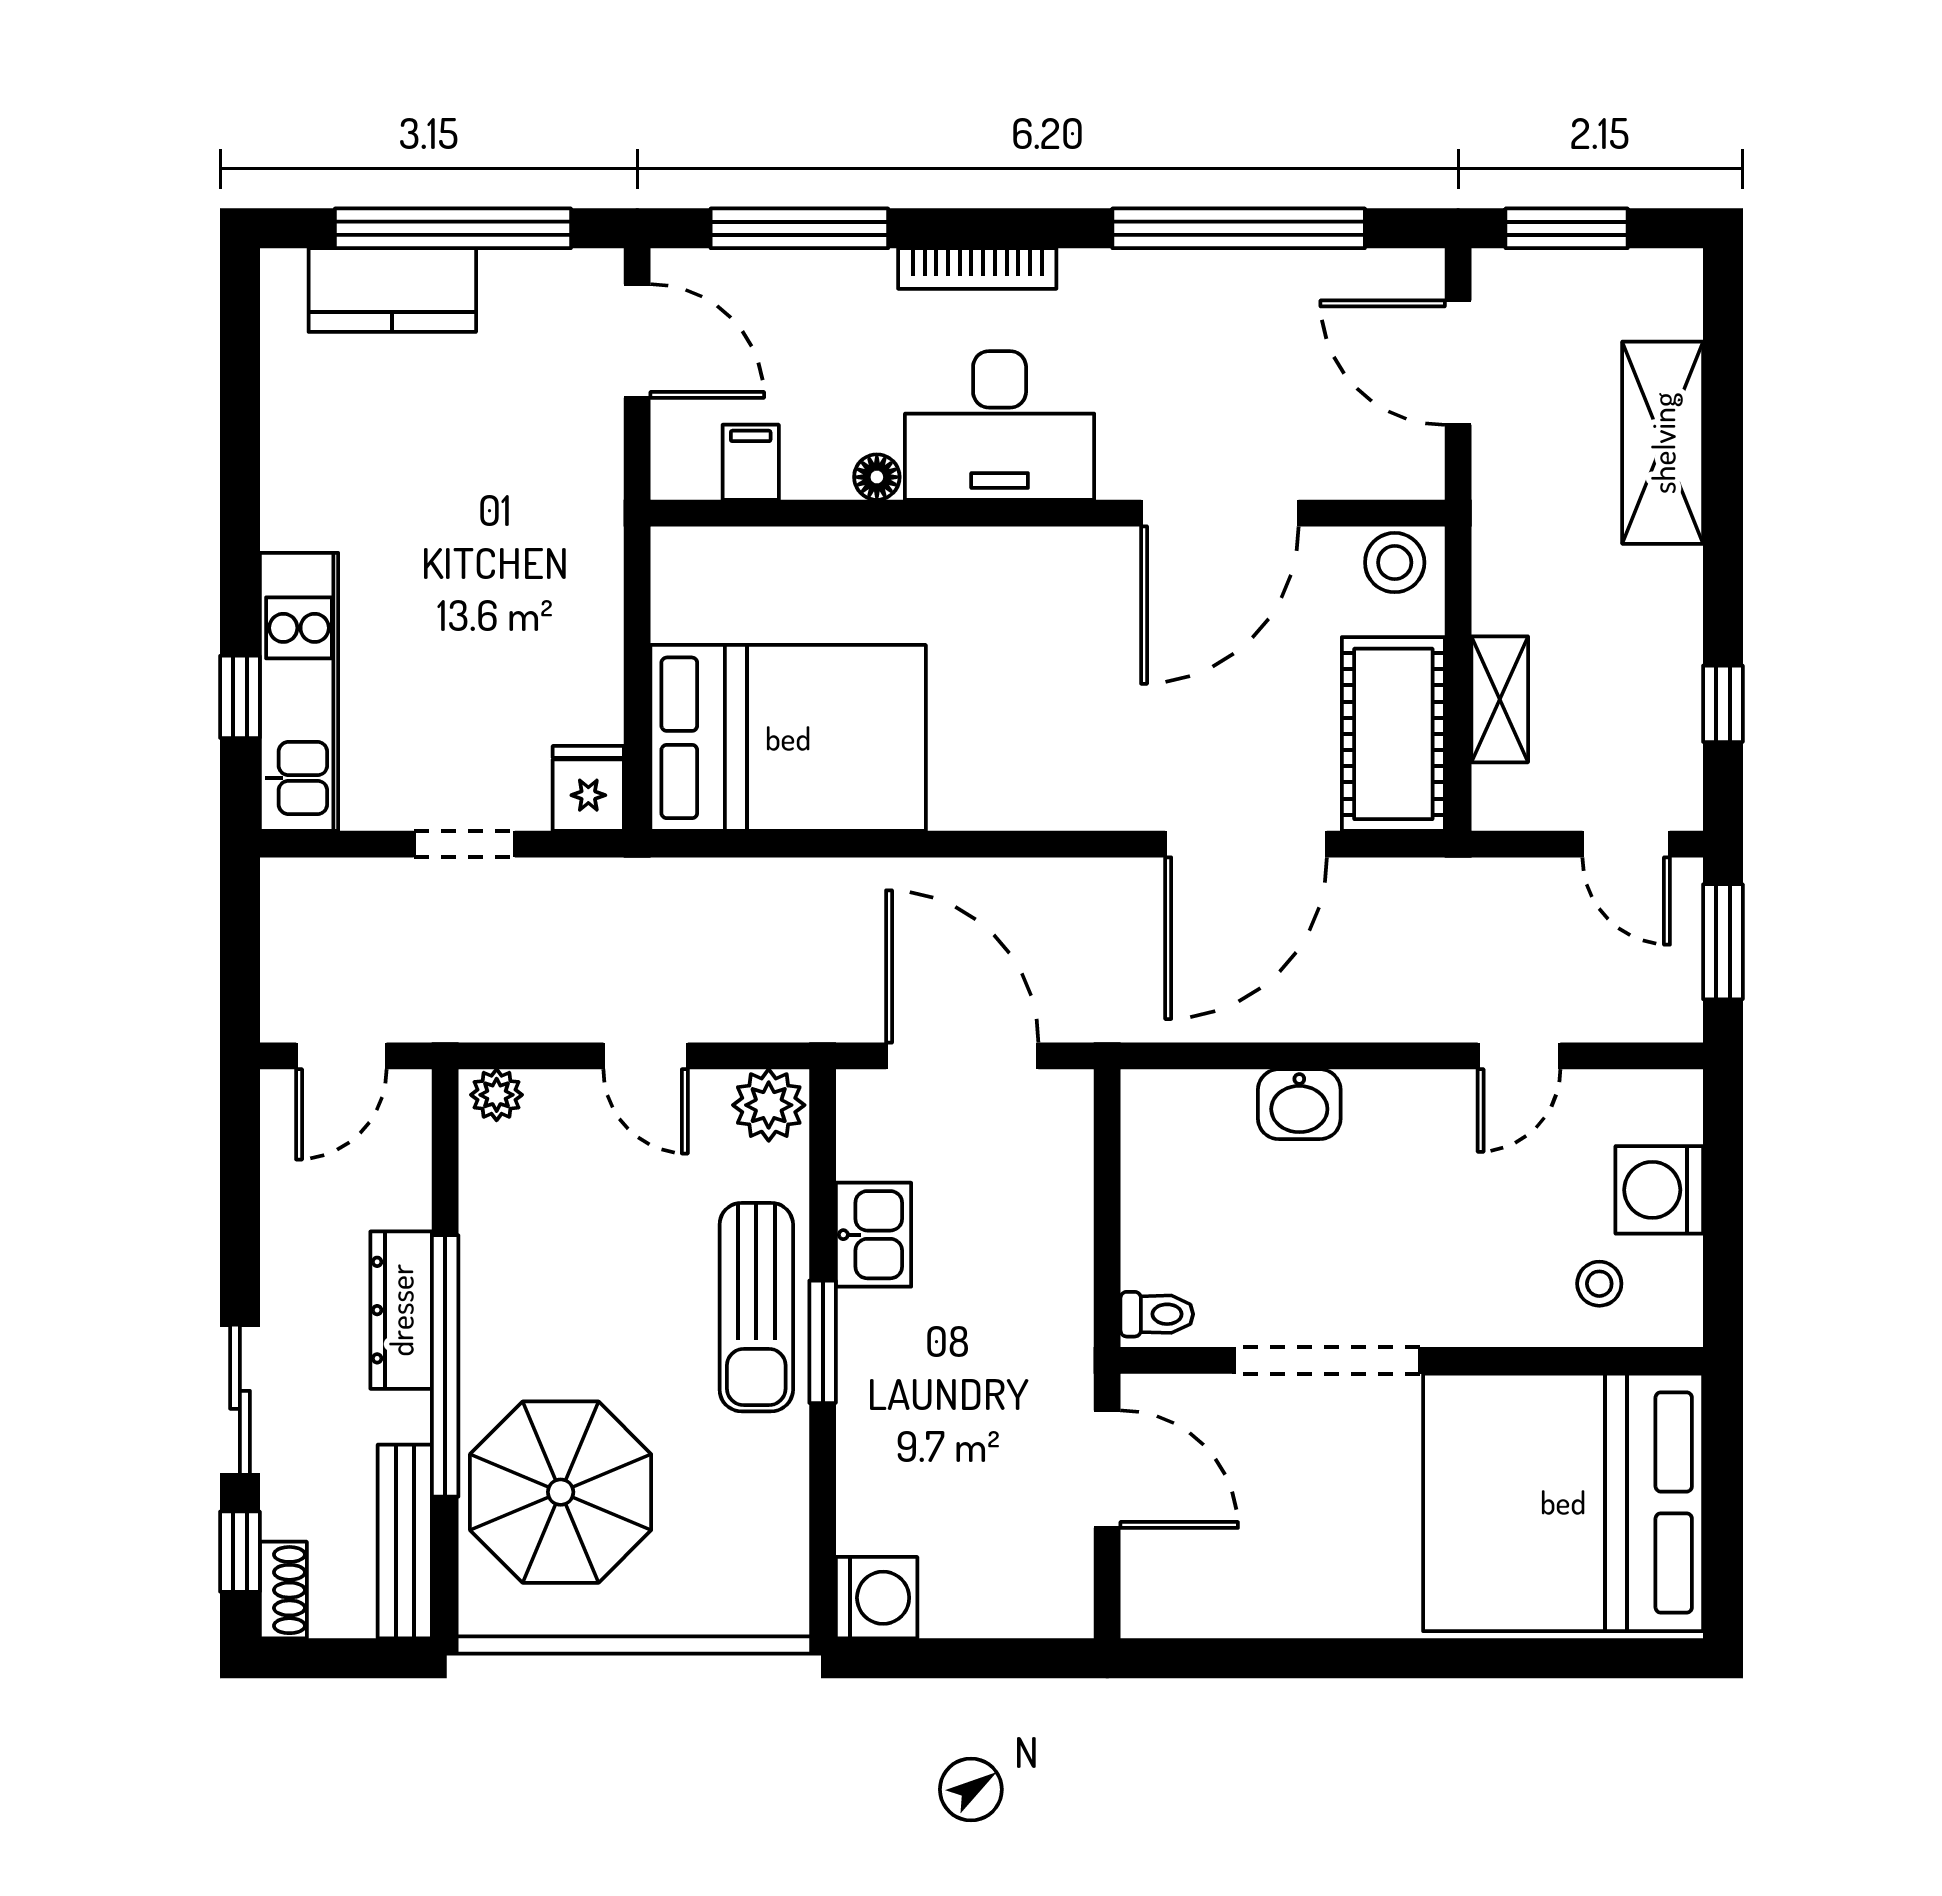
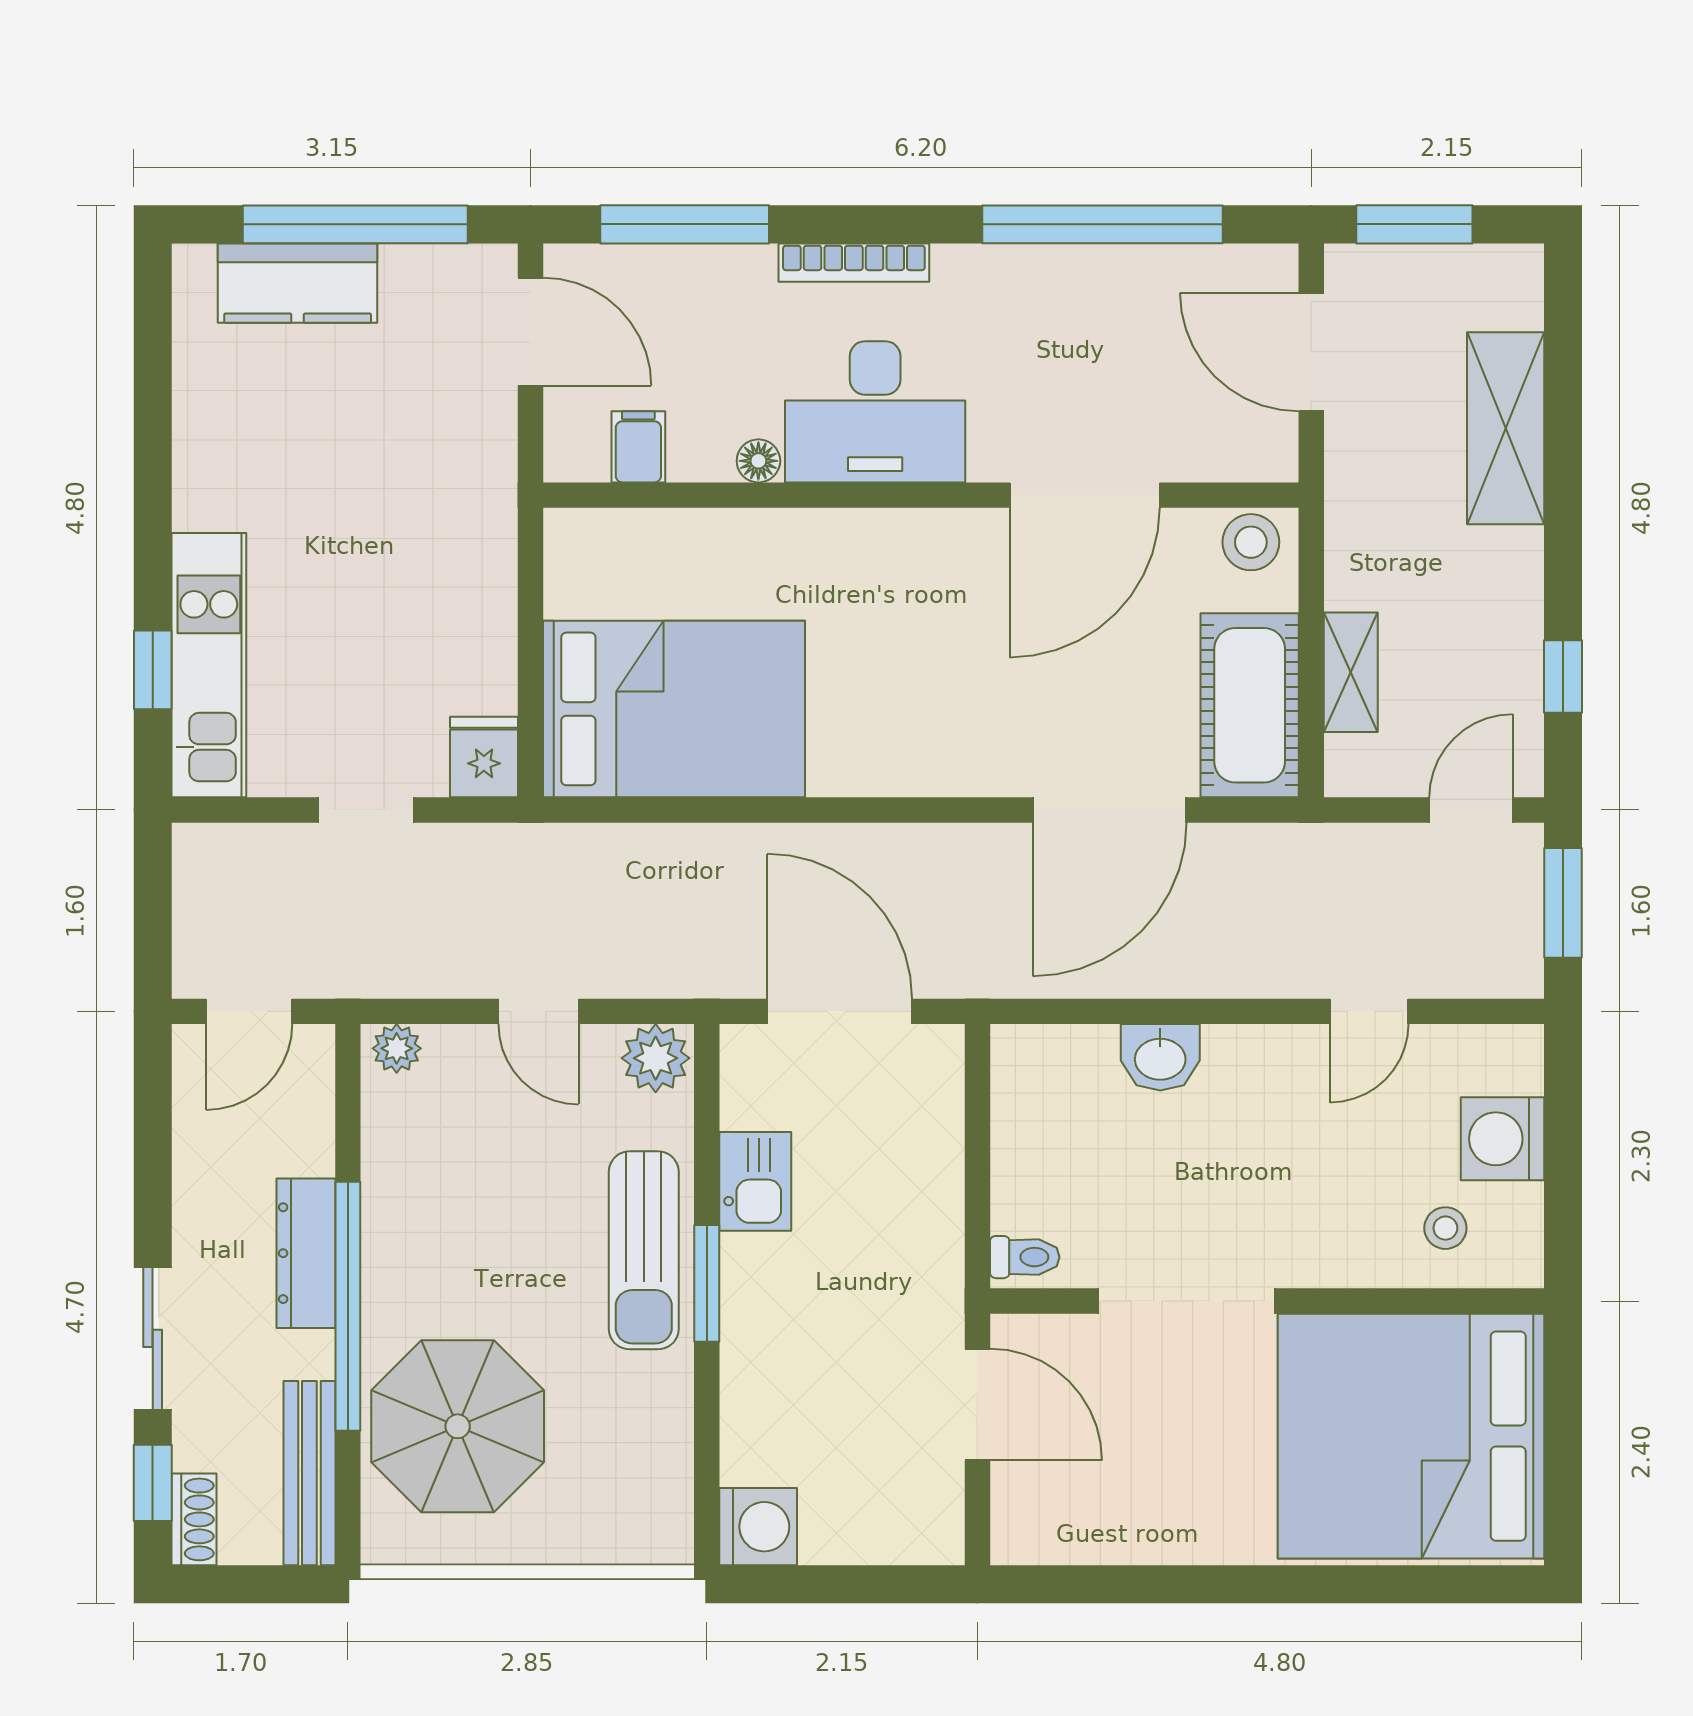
door: (1626, 844) -> (1471, 810), swing flipped

